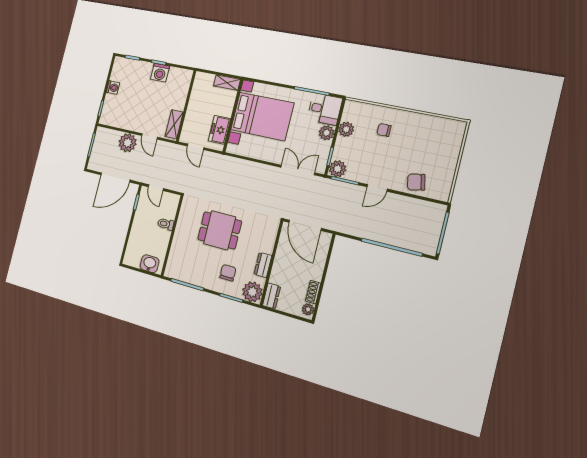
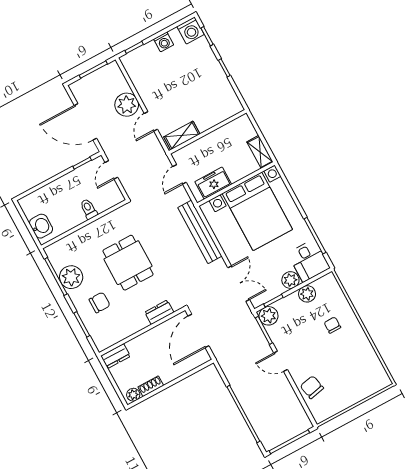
washing machine: (160, 73) -> (190, 30), moved, turned -90
bench: (242, 166) -> (200, 232), added
dresser: (263, 265) -> (159, 312), moved
plant: (252, 292) -> (71, 277), moved

